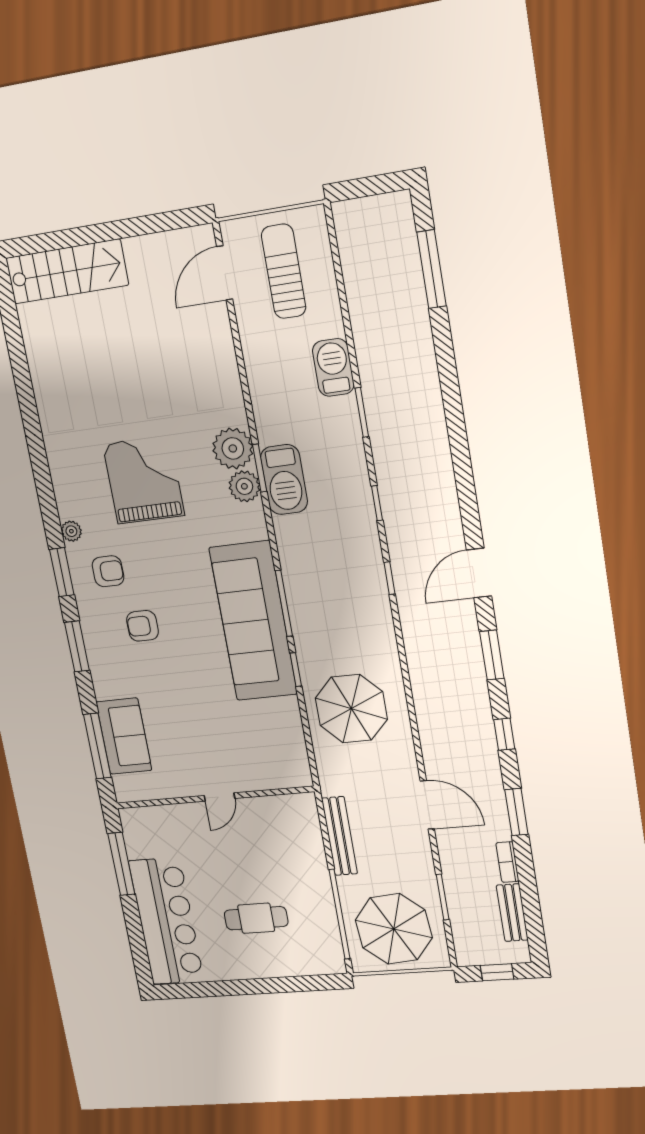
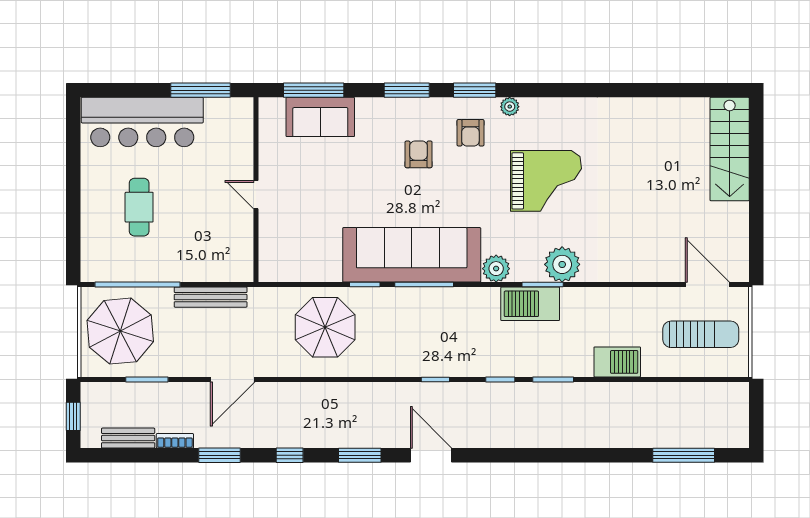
window: (362, 412) -> (553, 379), moved
plant: (244, 486) -> (496, 269), moved

